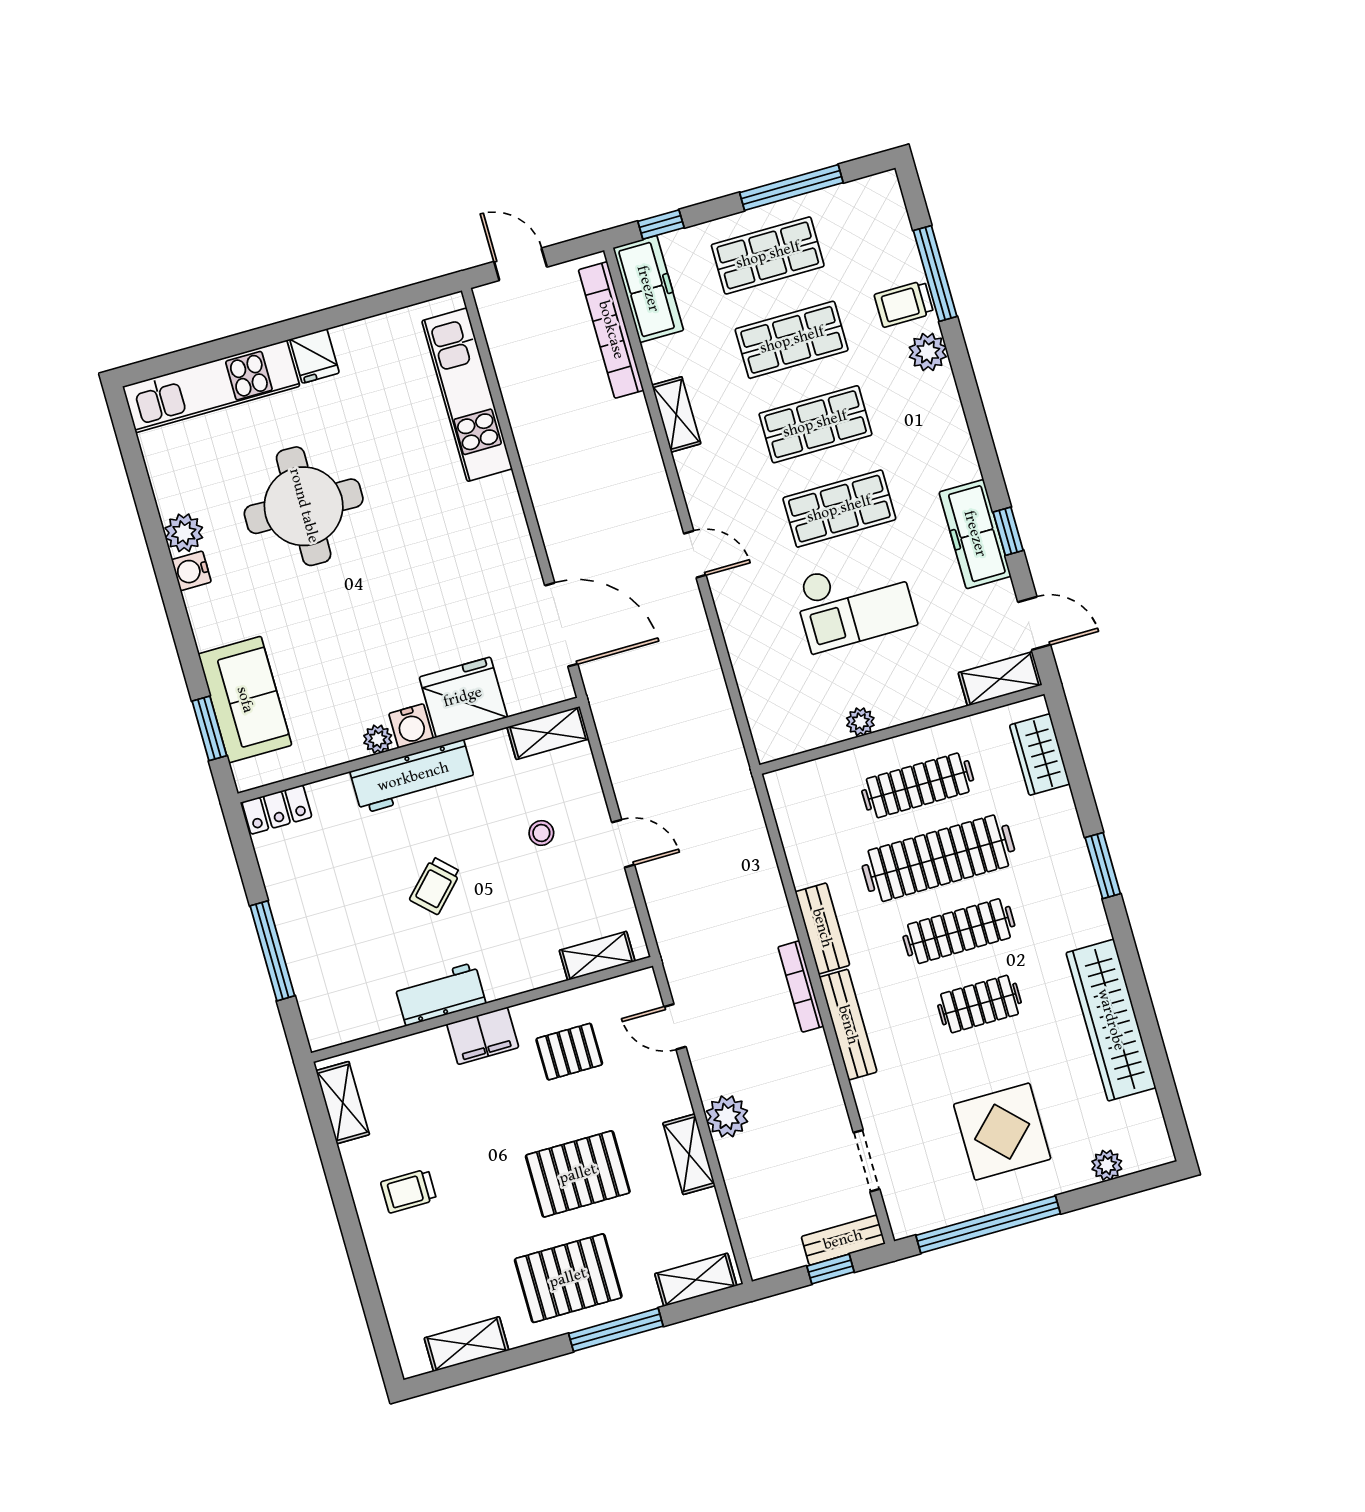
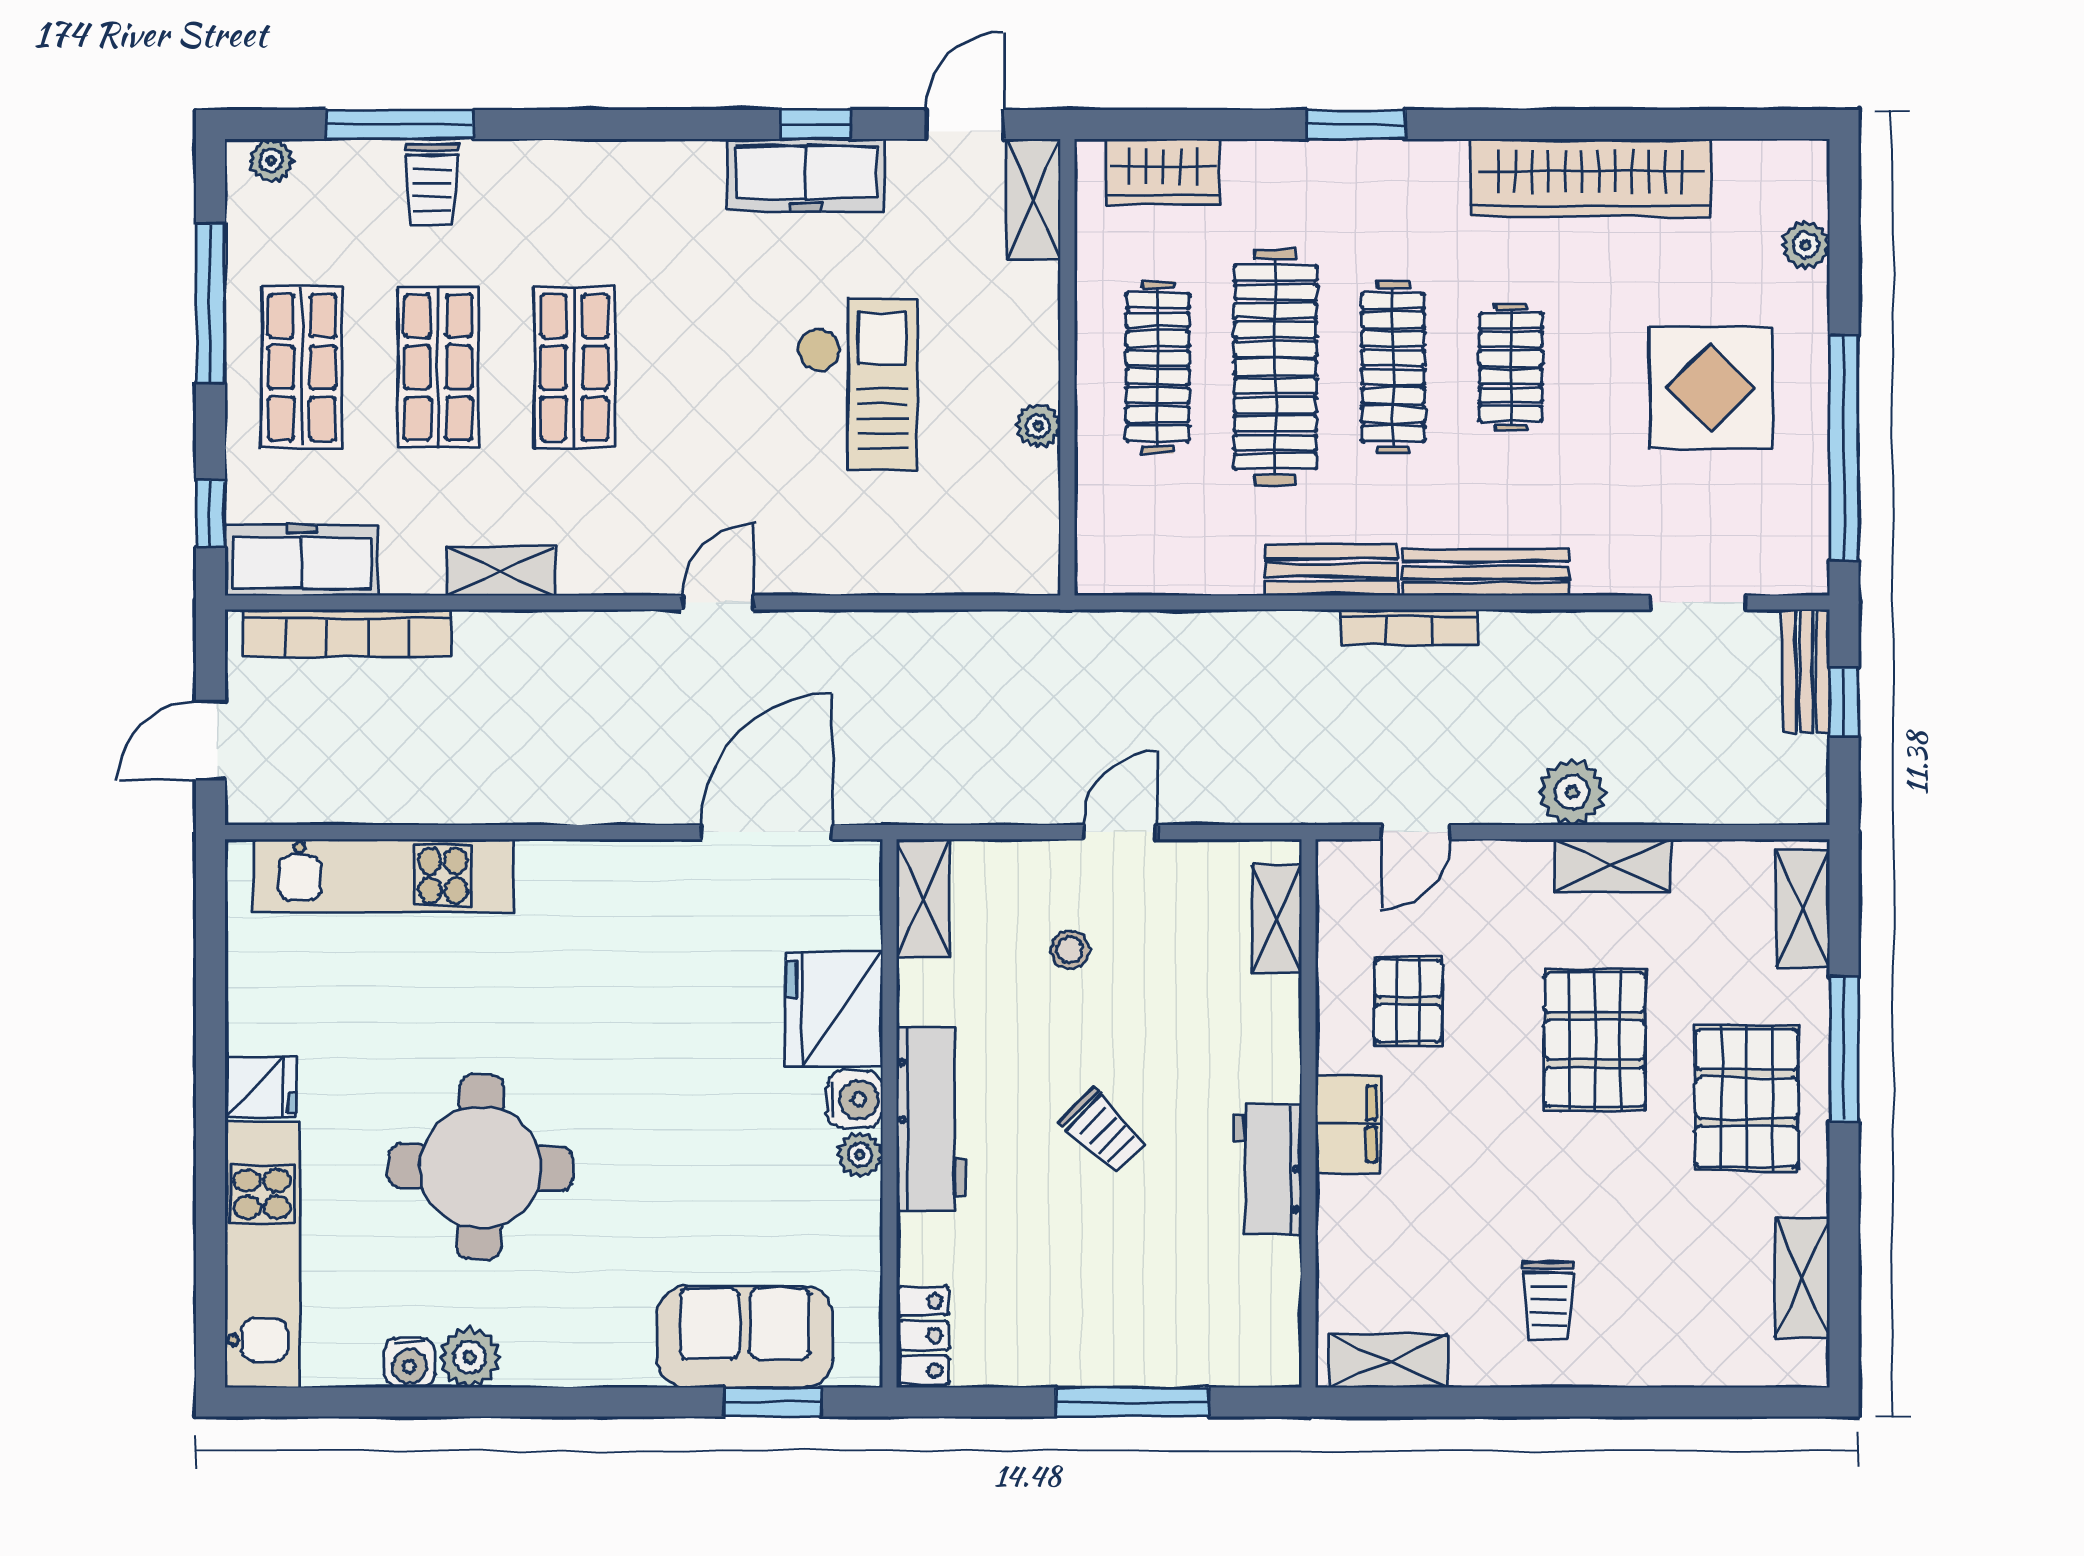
plant: (928, 352) -> (271, 161), moved, width x0.73, depth x0.73
shop shelf: (839, 509) -> (711, 367), removed
water cooler: (191, 571) -> (409, 1362), moved

